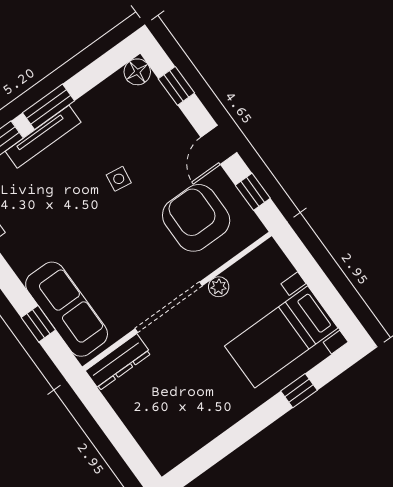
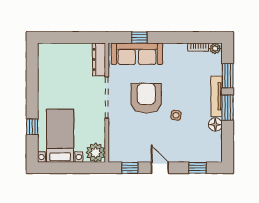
floor lamp: (137, 72) -> (215, 125), moved
armchair: (196, 218) -> (146, 98), moved, turned -90
plant: (219, 287) -> (96, 153), moved, width x1.87, depth x1.87

